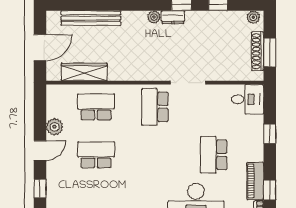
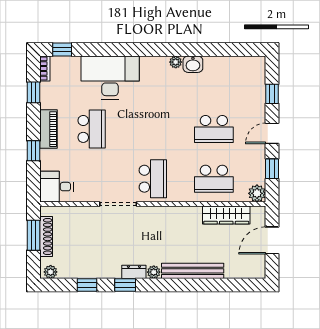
bench: (91, 18) -> (193, 271), moved
window: (40, 116) -> (272, 169), added
plant: (55, 127) -> (257, 193), moved
piano: (255, 181) -> (48, 129), moved

